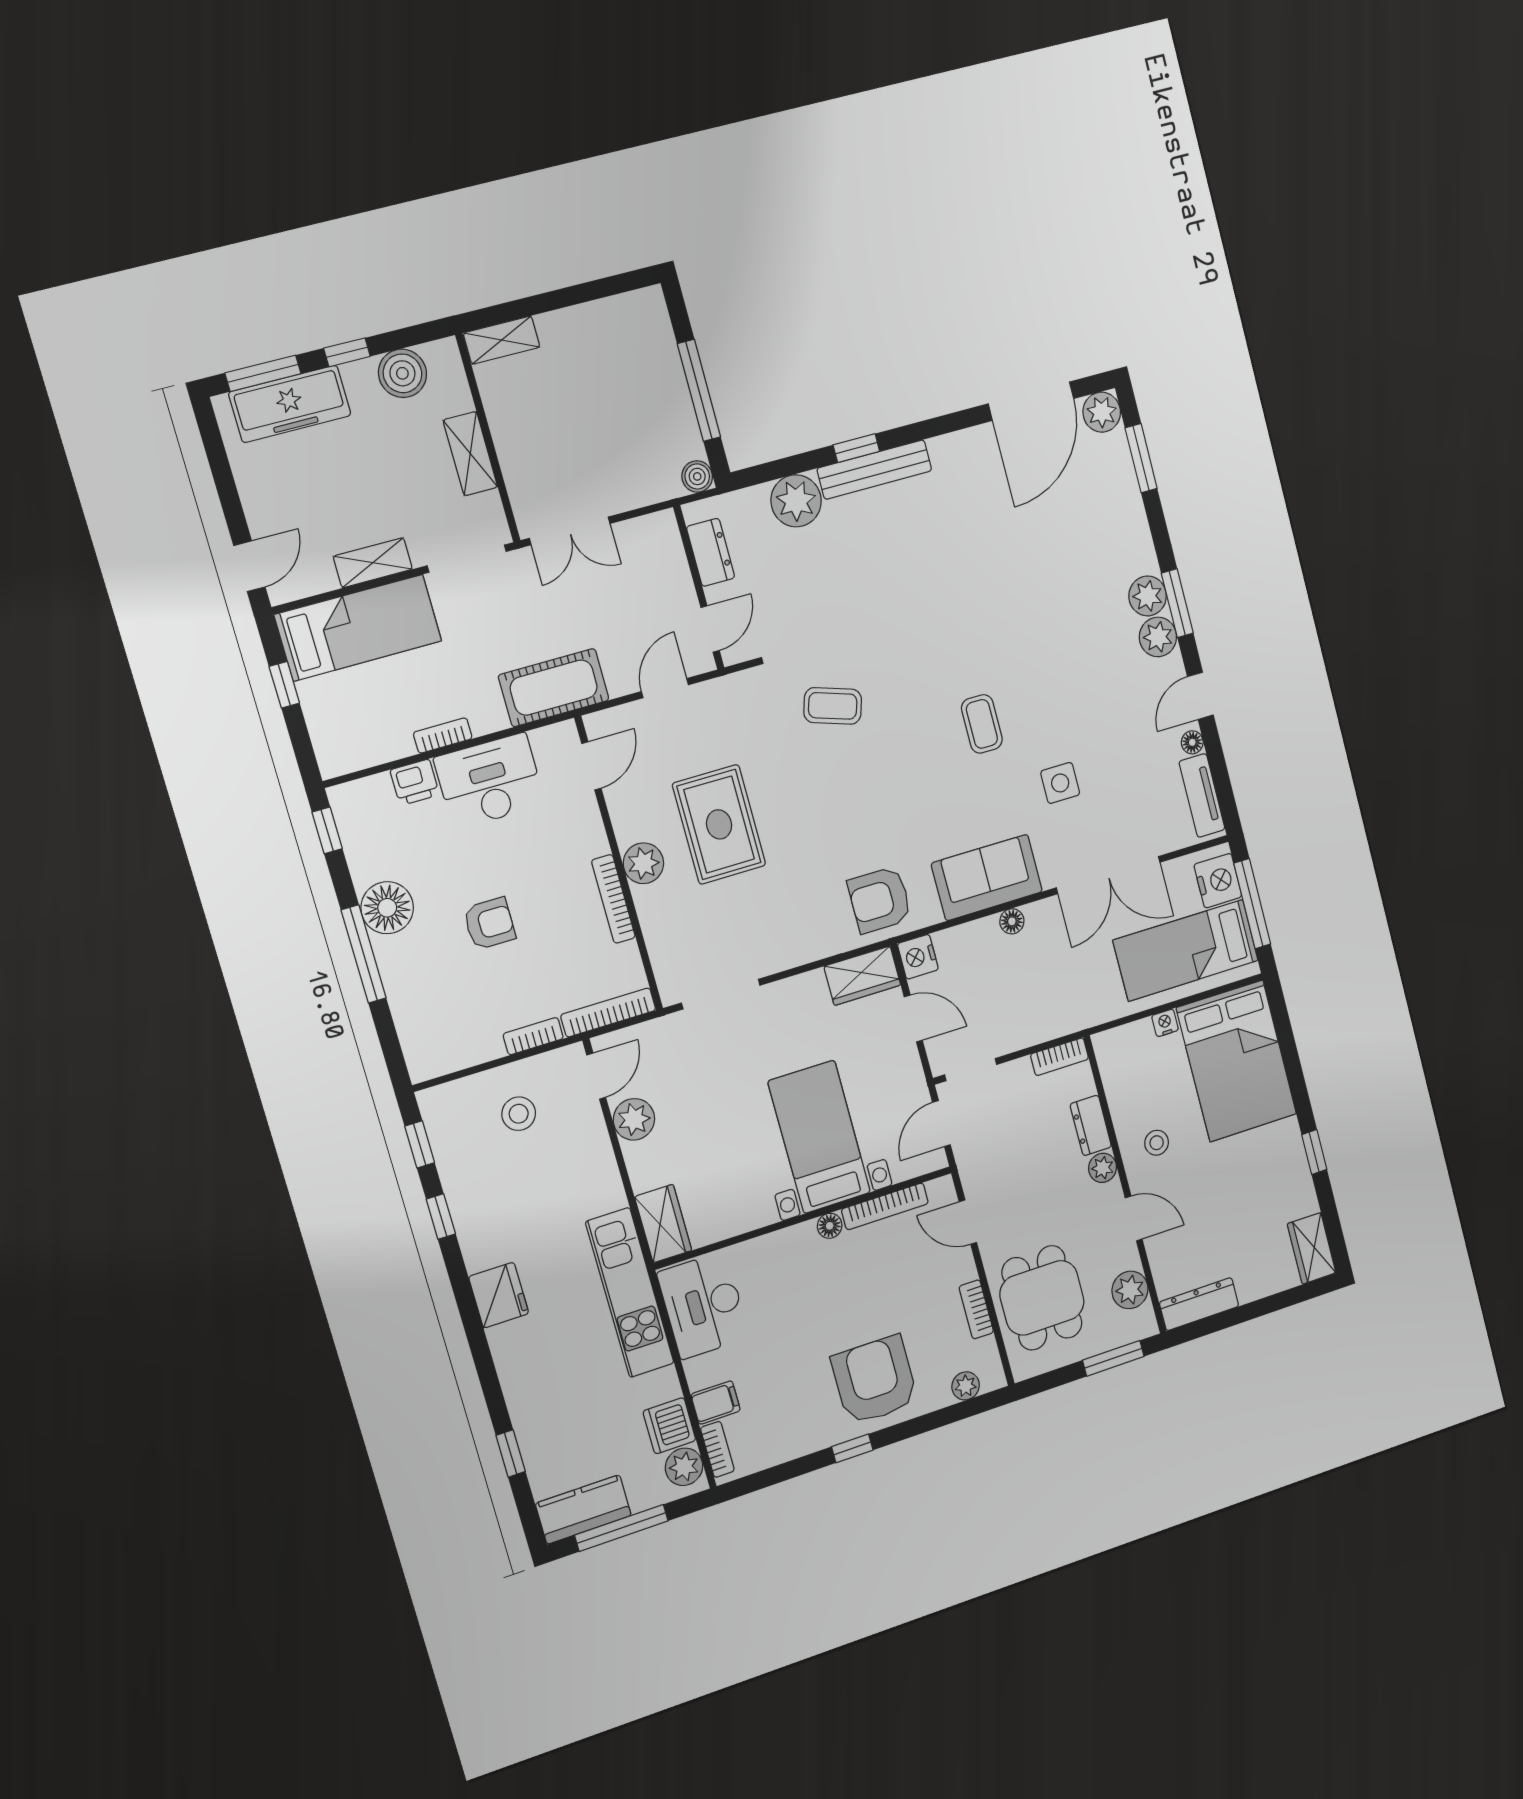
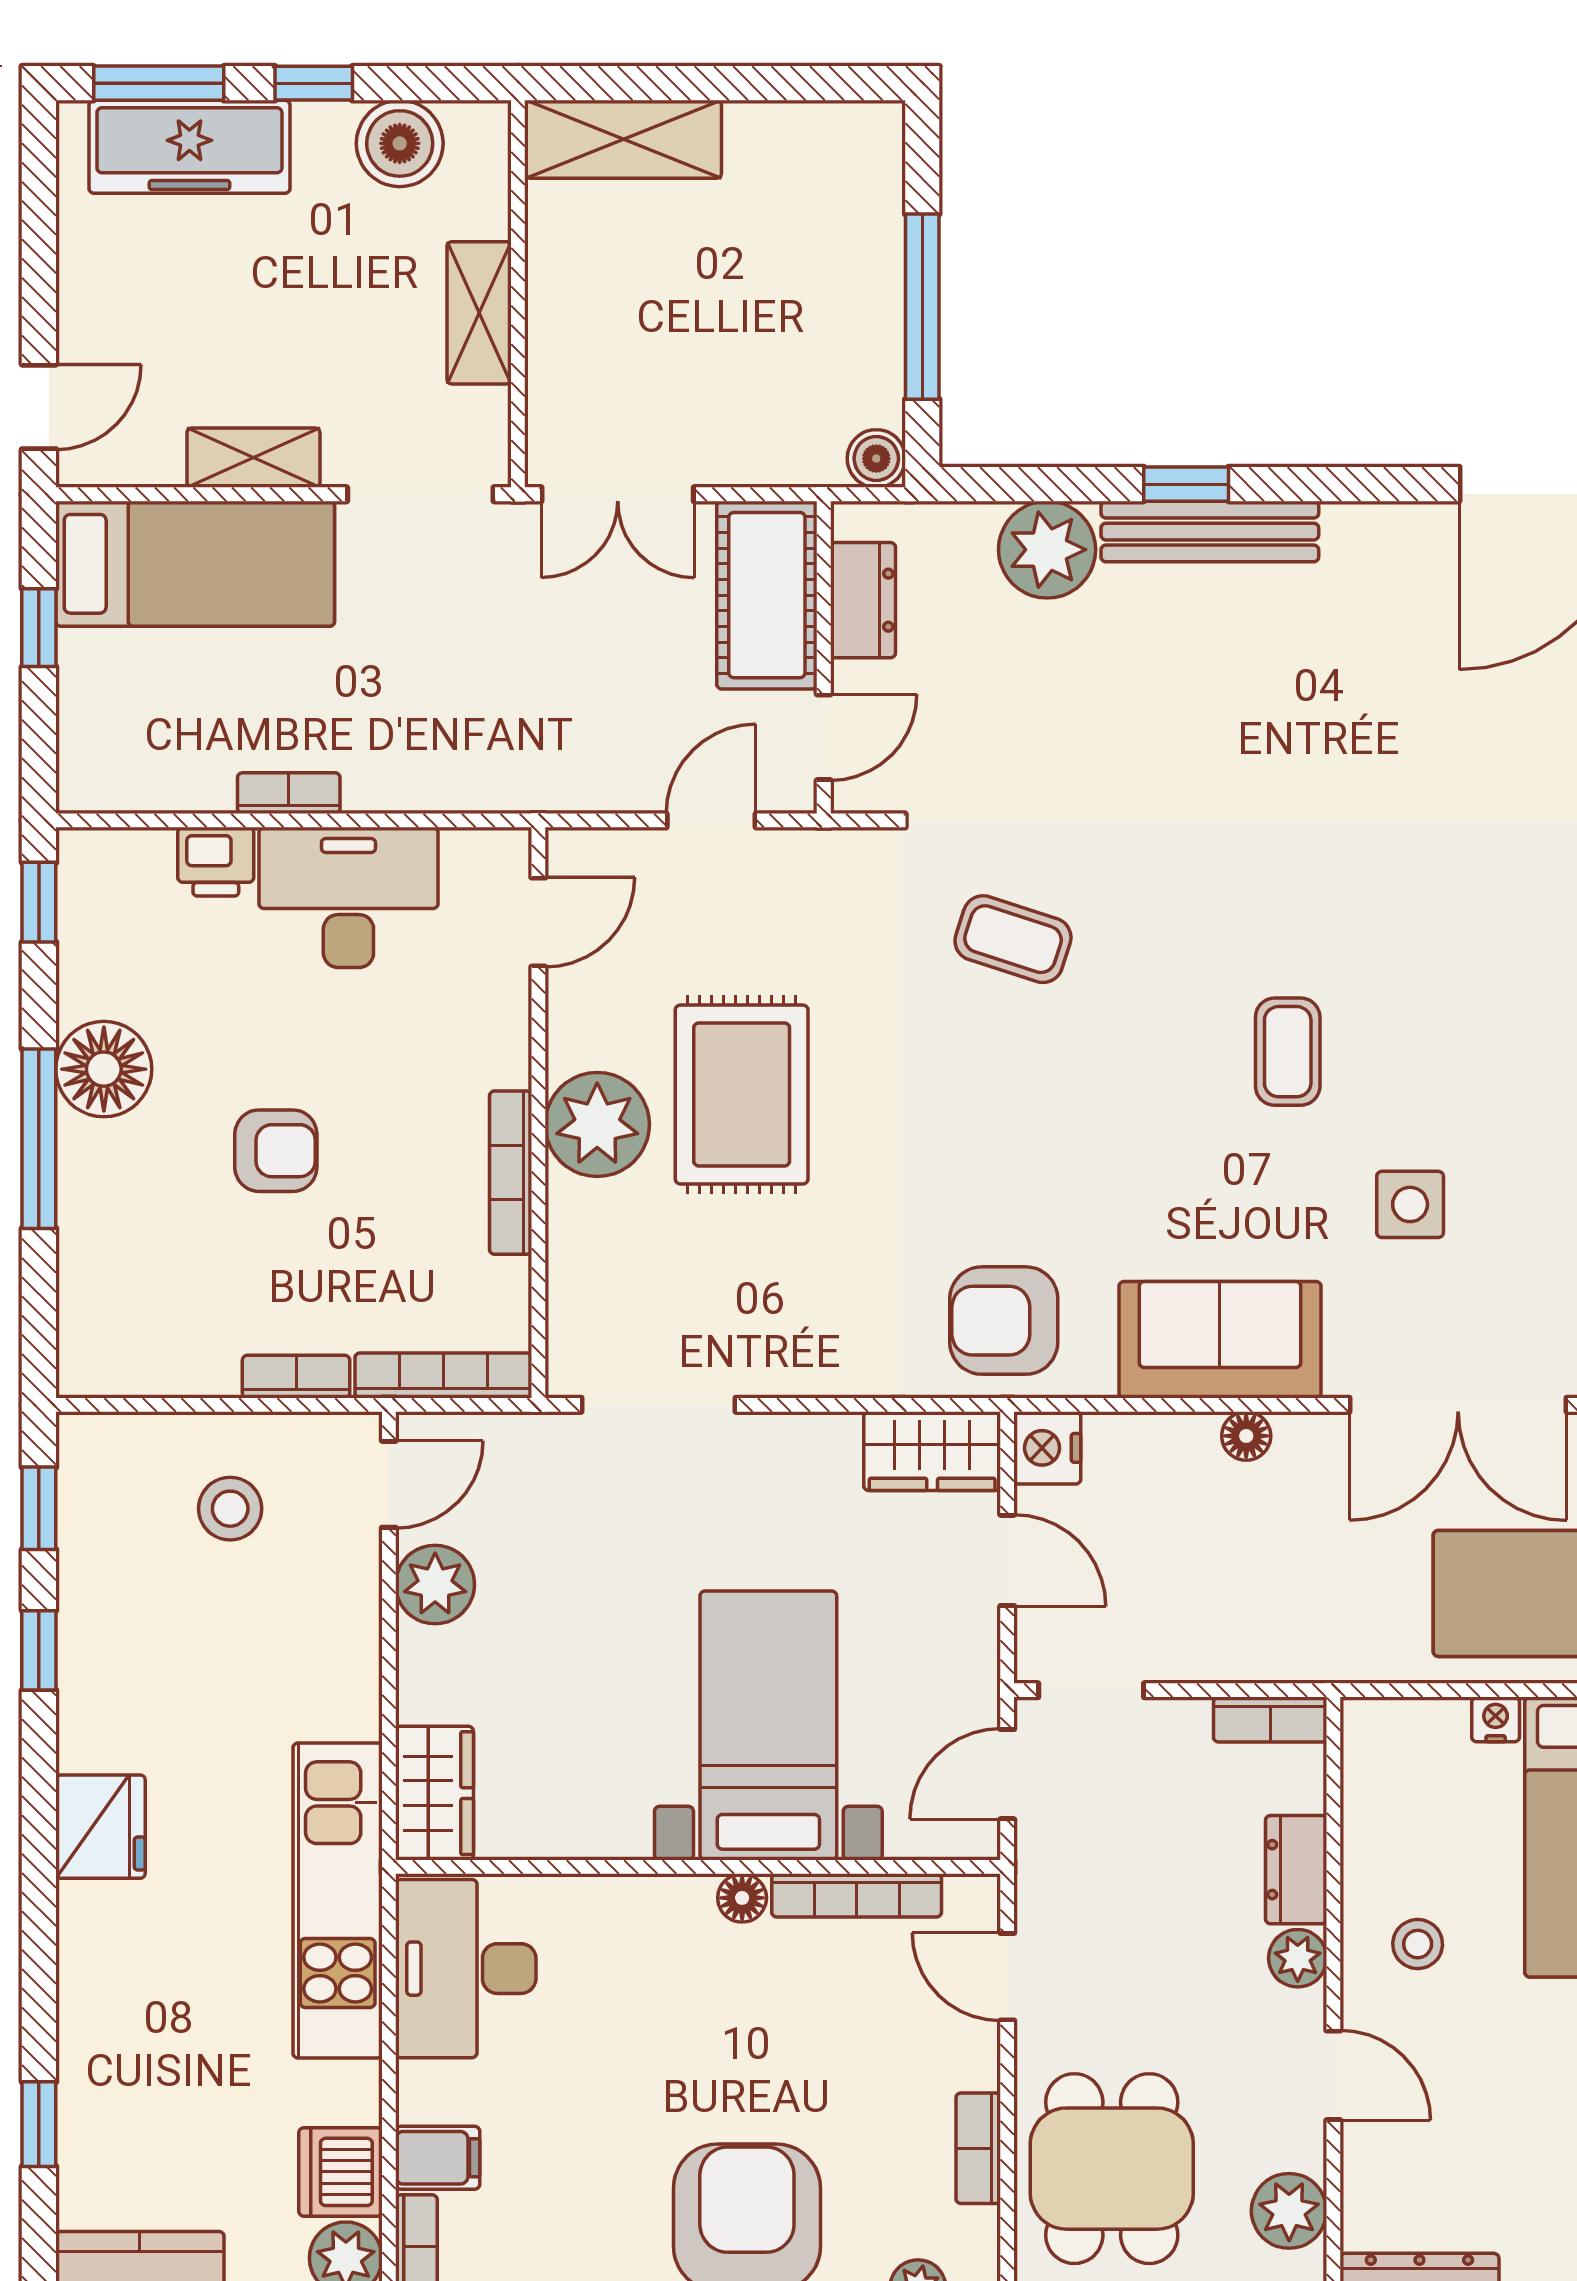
shelving: (502, 340) -> (624, 139), width x1.50, depth x1.33
cot: (554, 688) -> (767, 595), moved, turned 90
plant: (643, 863) -> (597, 1124), width x1.36, depth x1.36

